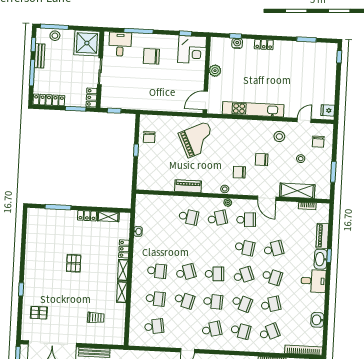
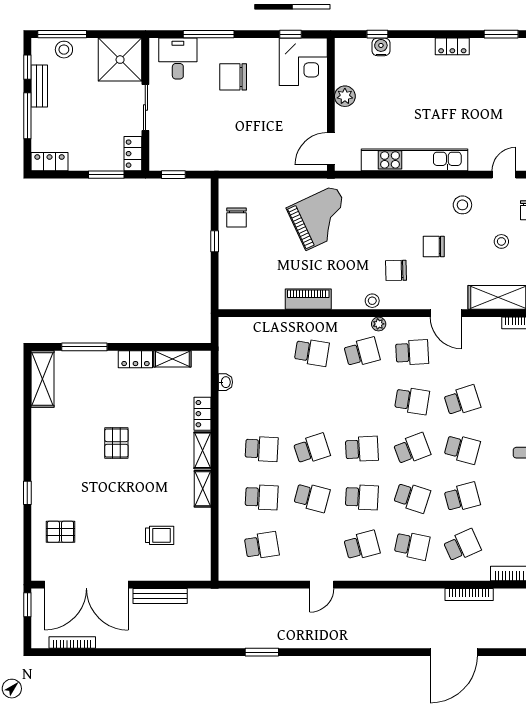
locker: (264, 44) -> (452, 46), moved
locker: (49, 100) -> (49, 162), width x0.66
shelving: (33, 224) -> (43, 379), added

